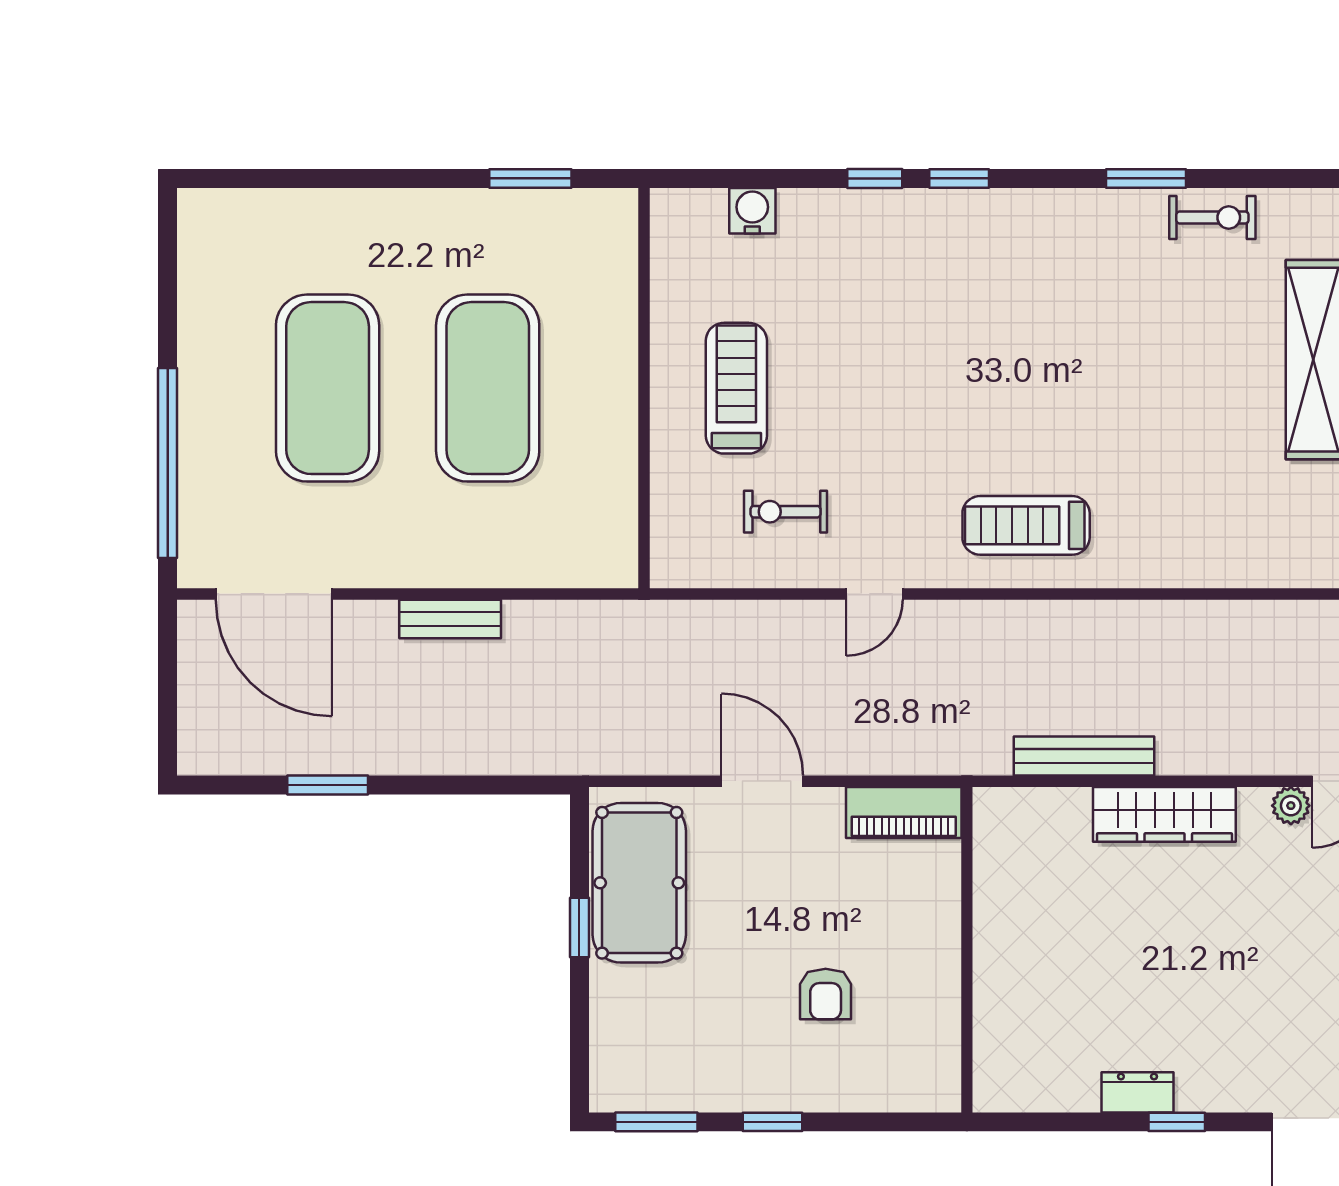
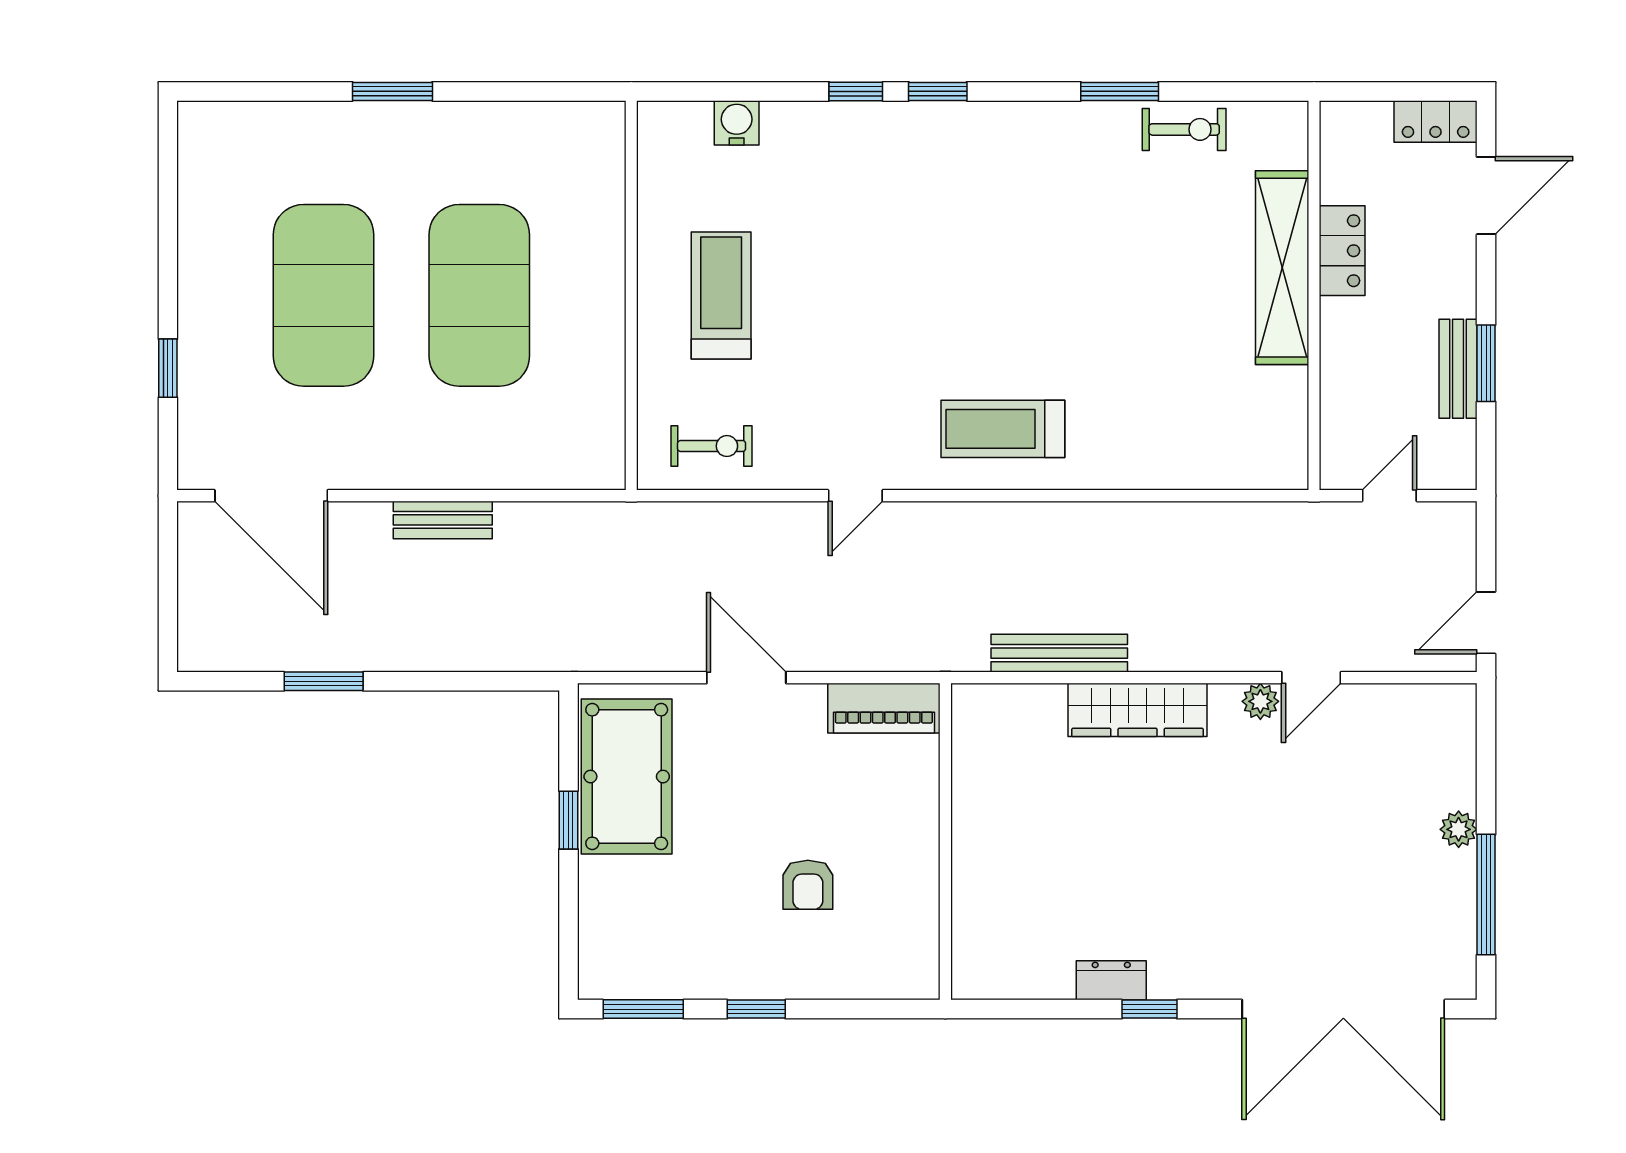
window: (530, 178) -> (392, 91), moved
window: (168, 463) -> (168, 368), width x0.32
exercise bike: (786, 512) -> (712, 446), moved, turned 180

